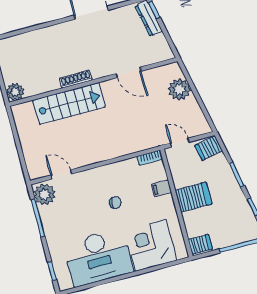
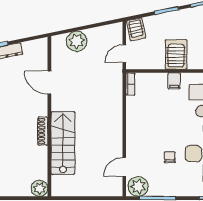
door: (129, 72) -> (49, 83), swing flipped
filing cabinet: (161, 188) -> (174, 81), moved
chair: (115, 203) -> (170, 157), moved

